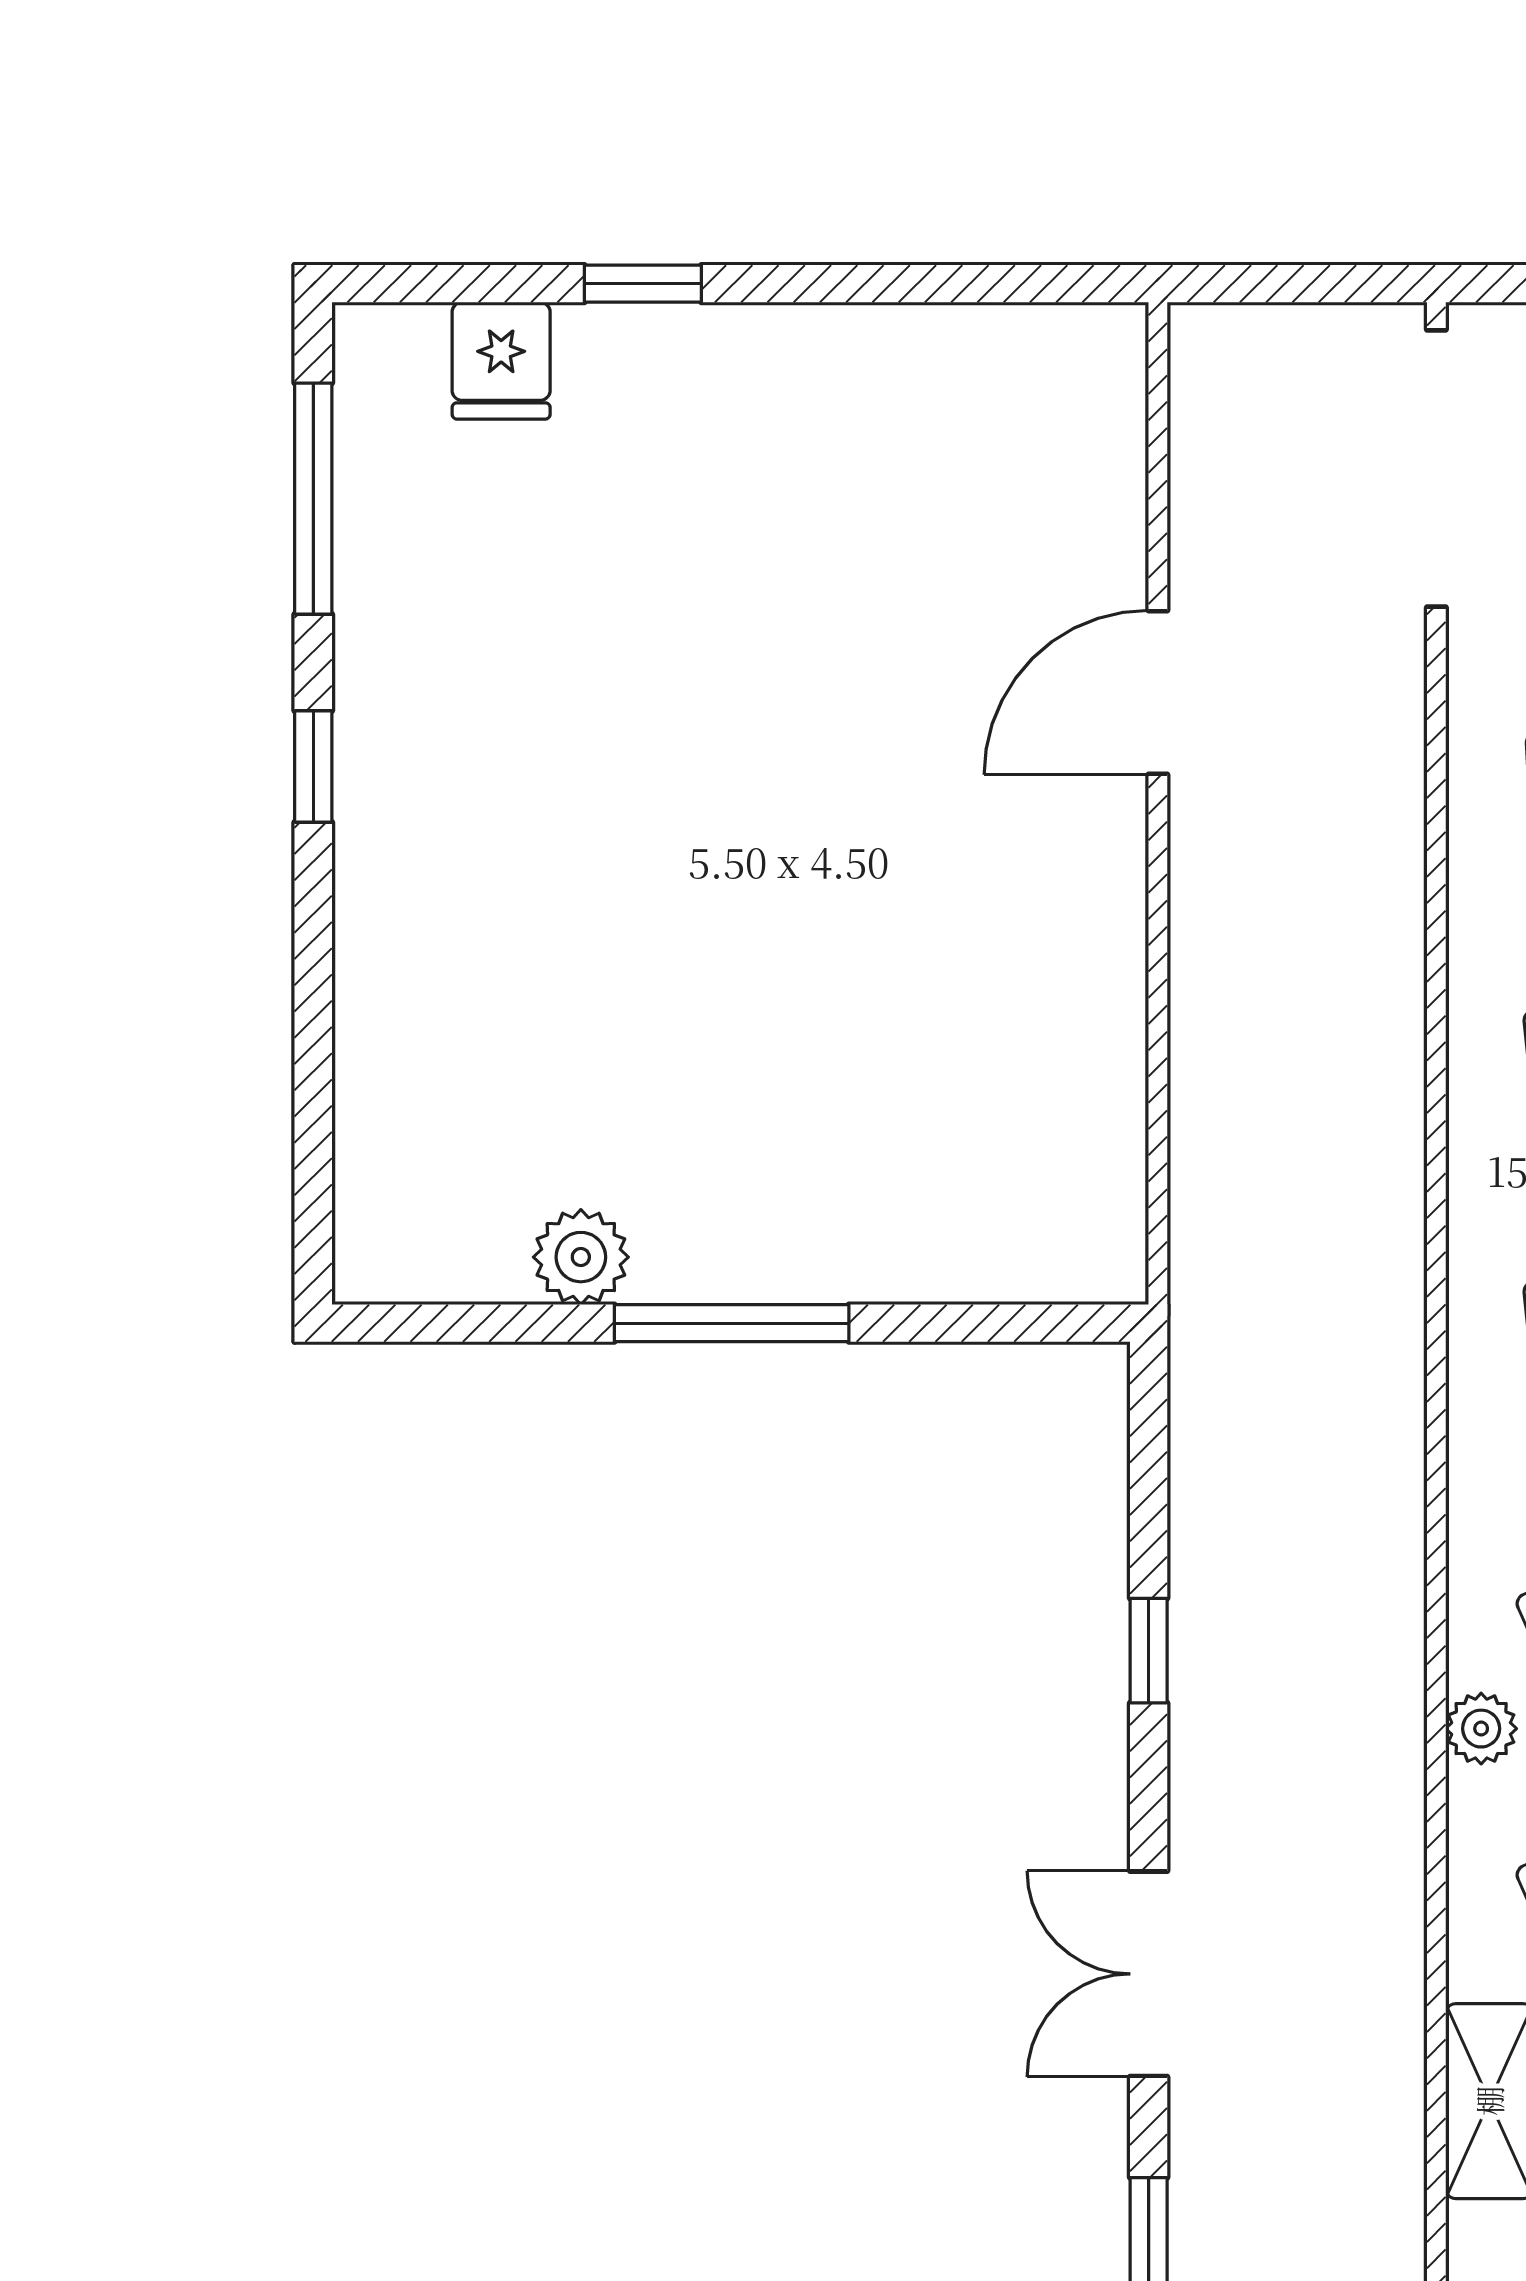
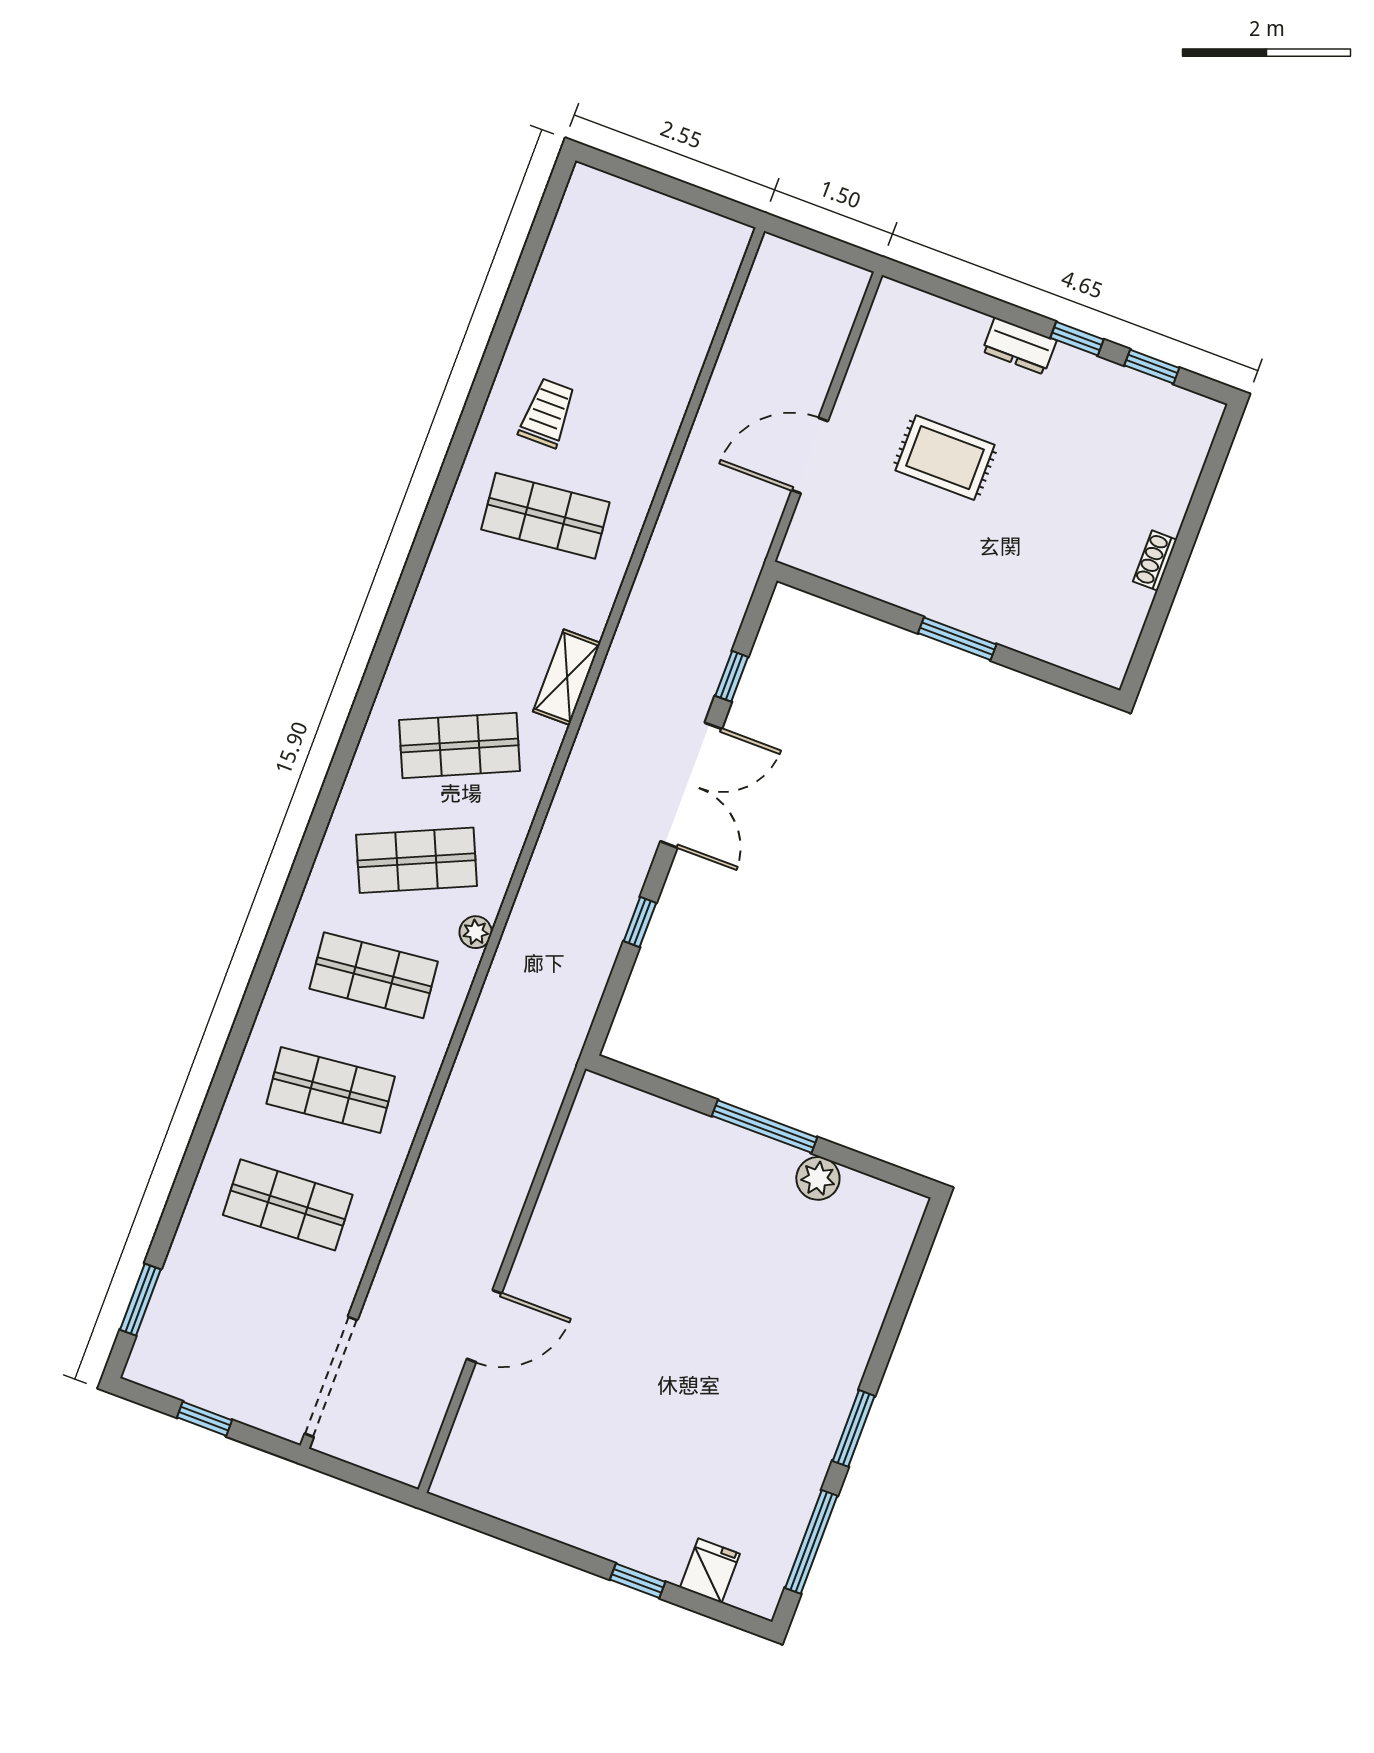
window: (313, 767) -> (854, 1428), width x1.50
plant: (1481, 1729) -> (476, 932), moved
double door: (1149, 1974) -> (691, 785), width x1.37

